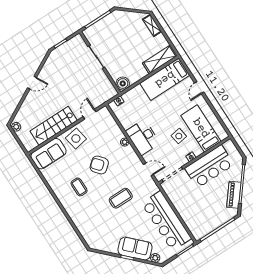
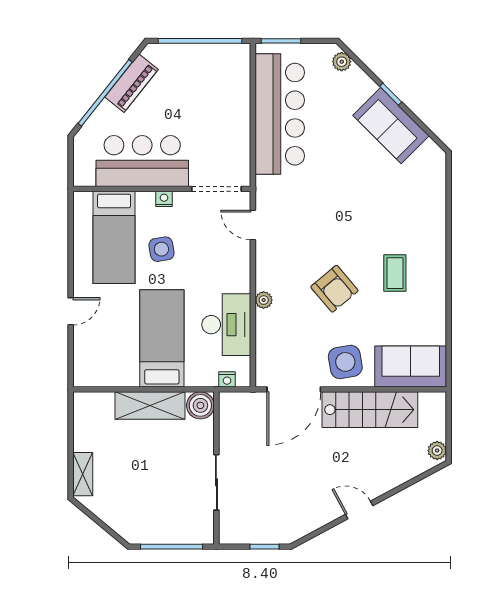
shelving: (160, 59) -> (150, 406), moved
bed: (165, 79) -> (162, 338), moved, turned -90
door: (89, 114) -> (294, 389), width x1.88
desk: (143, 137) -> (226, 325), moved
coffee table: (121, 198) -> (334, 206), removed
sofa: (135, 249) -> (391, 126), moved

